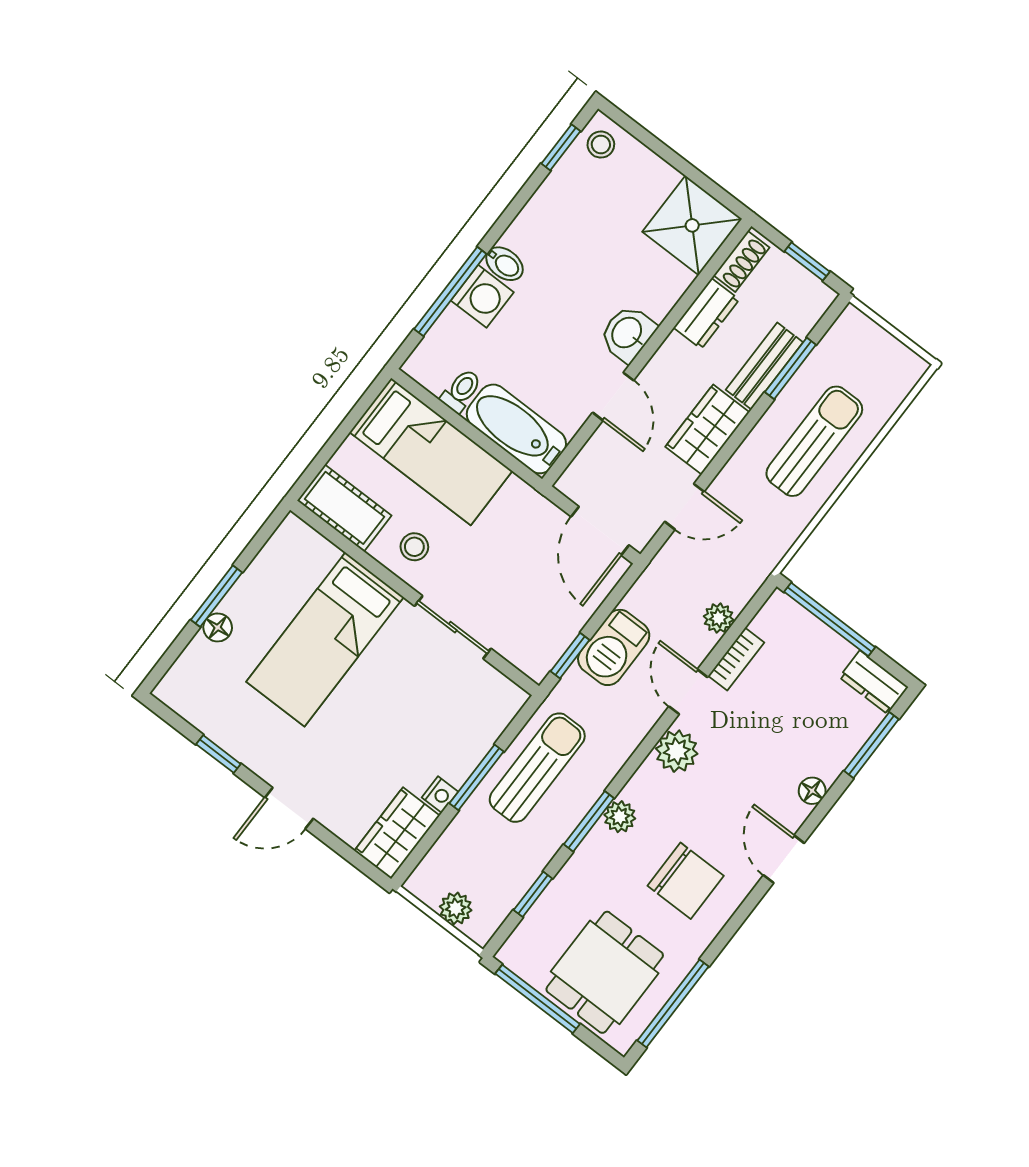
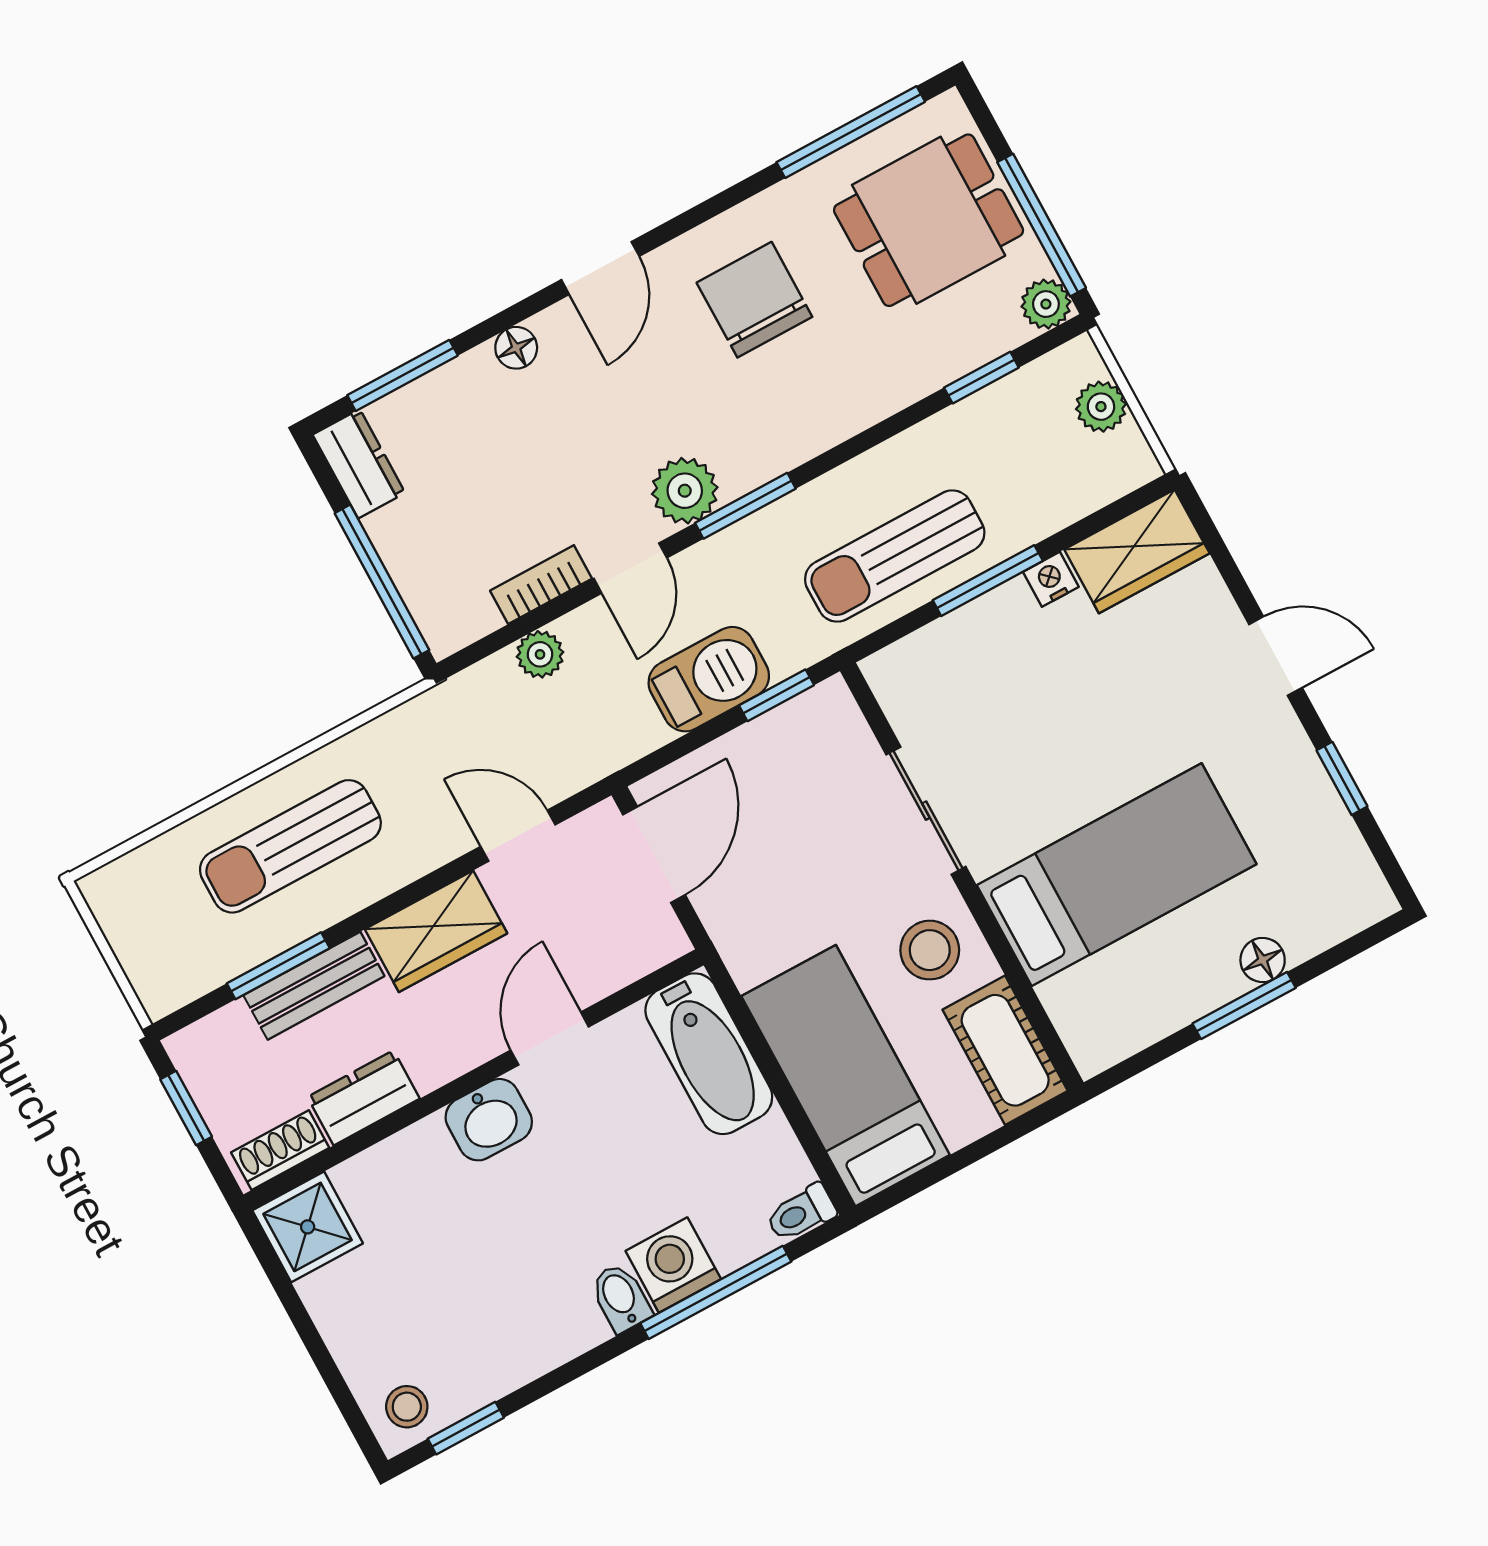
shower: (692, 225) -> (308, 1227), width x0.73, depth x0.73
toilet: (461, 391) -> (801, 1213), moved
stool: (414, 547) -> (930, 950), width x1.37, depth x1.37
plant: (620, 817) -> (1046, 304), moved
window: (589, 821) -> (745, 506), moved

